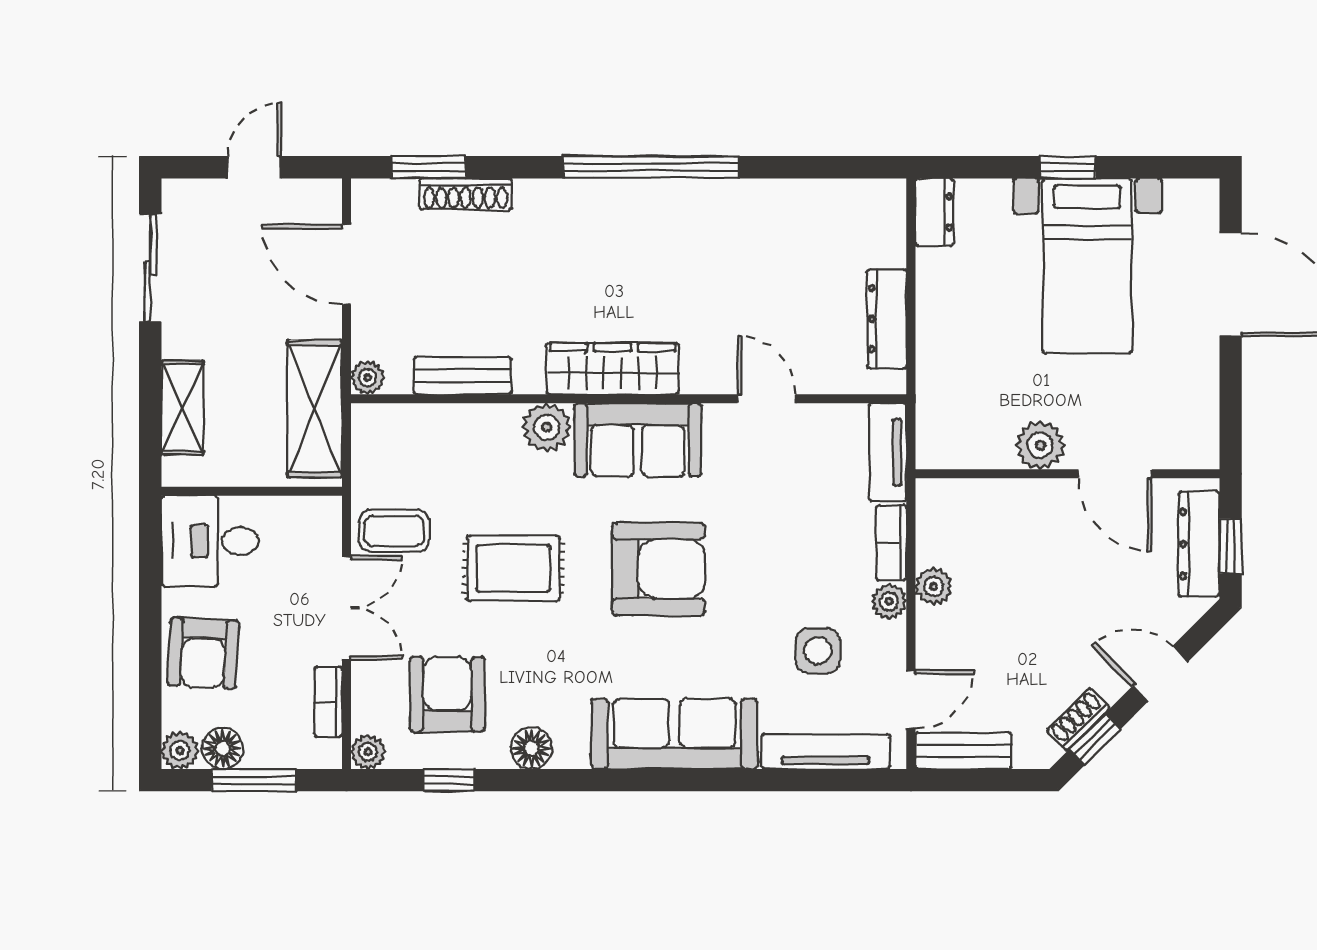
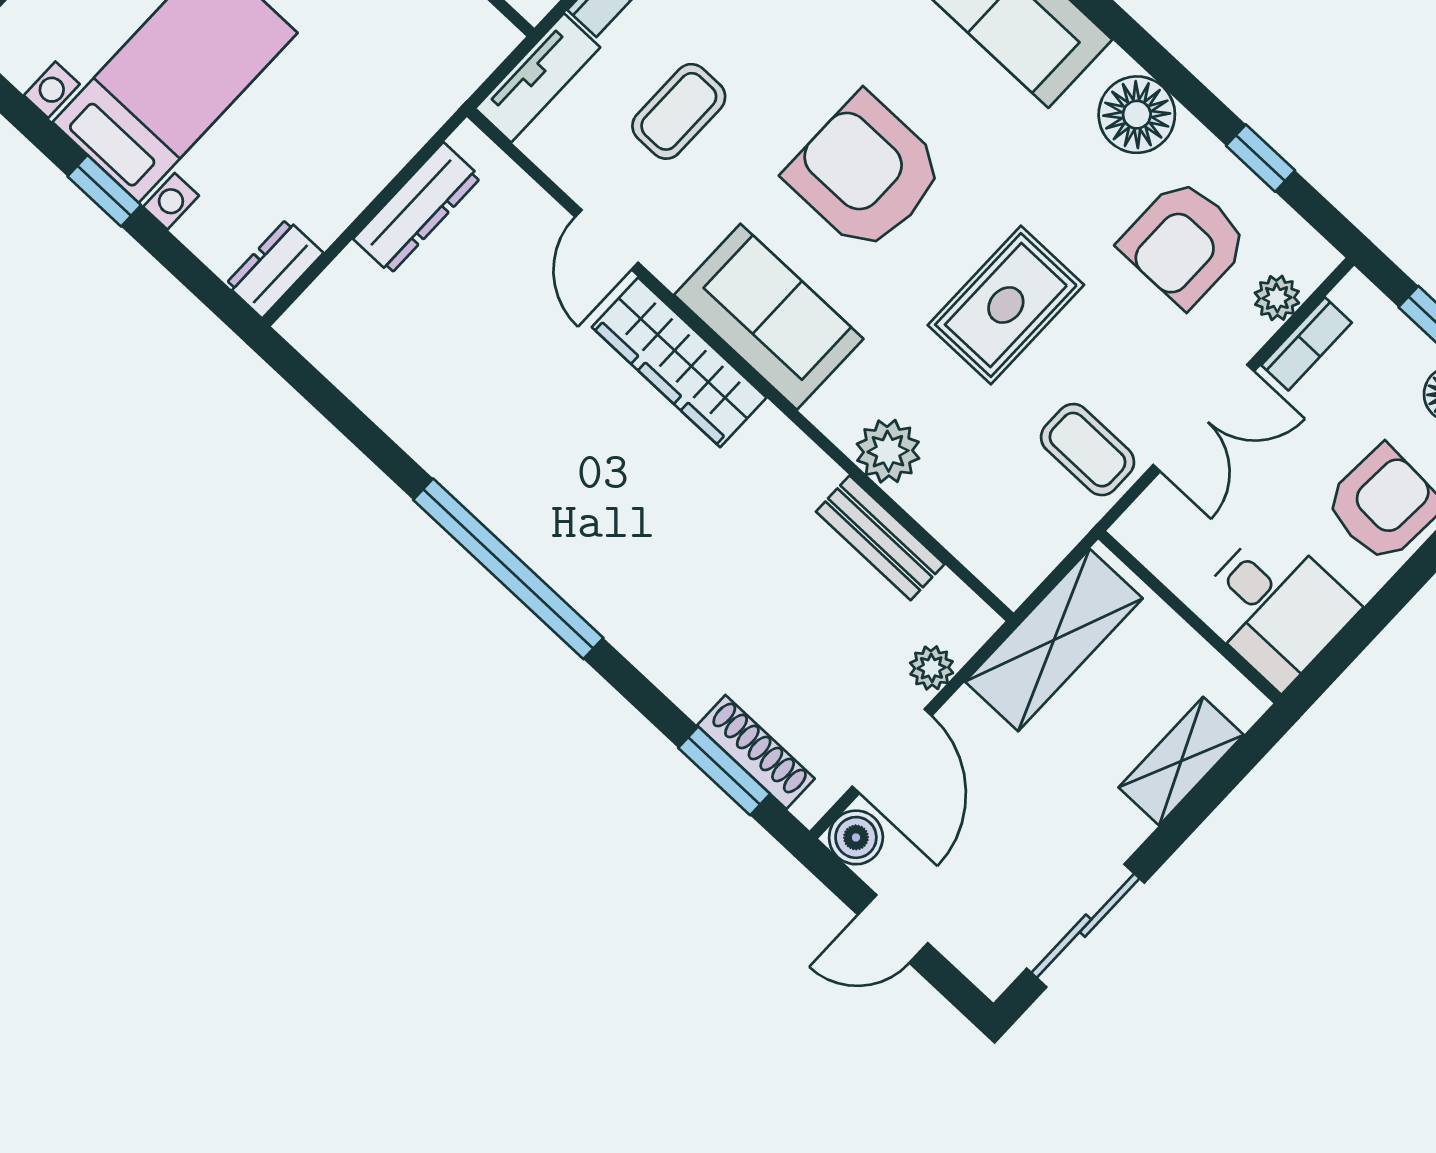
shoe rack: (466, 194) -> (756, 752), moved
boiler: (322, 198) -> (856, 837), added
wardrobe: (613, 369) -> (679, 362), moved
plant: (368, 378) -> (932, 668), moved
plant: (547, 427) -> (888, 451), moved
coffee table: (793, 506) -> (679, 111), added
rug: (513, 568) -> (1006, 305), turned 90
double door: (346, 608) -> (1204, 418), swing flipped
floor lamp: (532, 748) -> (1137, 115), width x1.38, depth x1.38
plant: (368, 752) -> (1277, 298), moved

